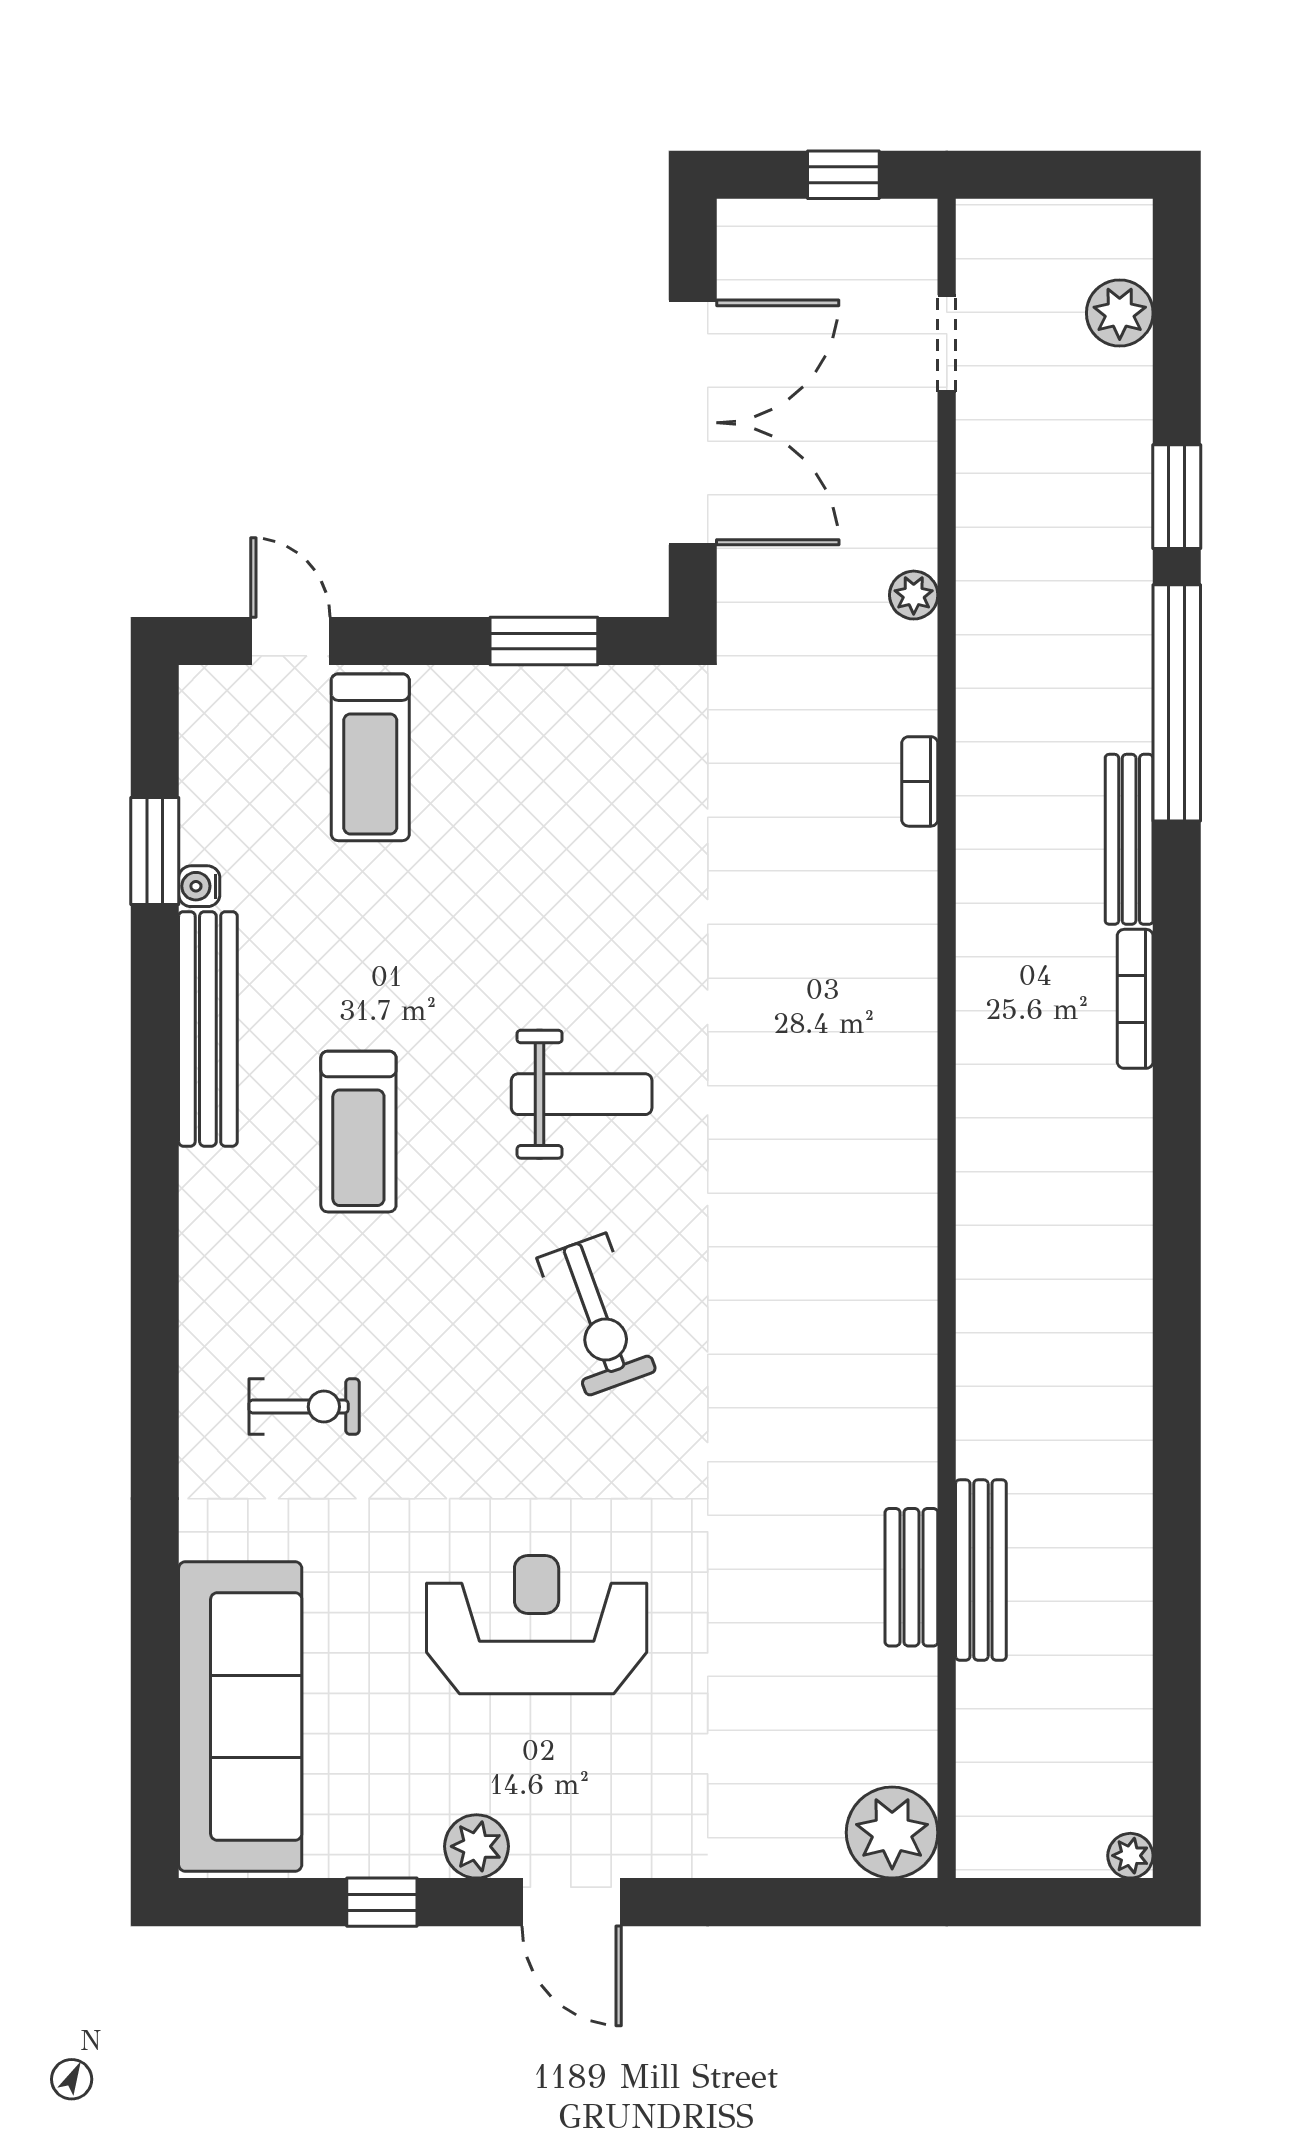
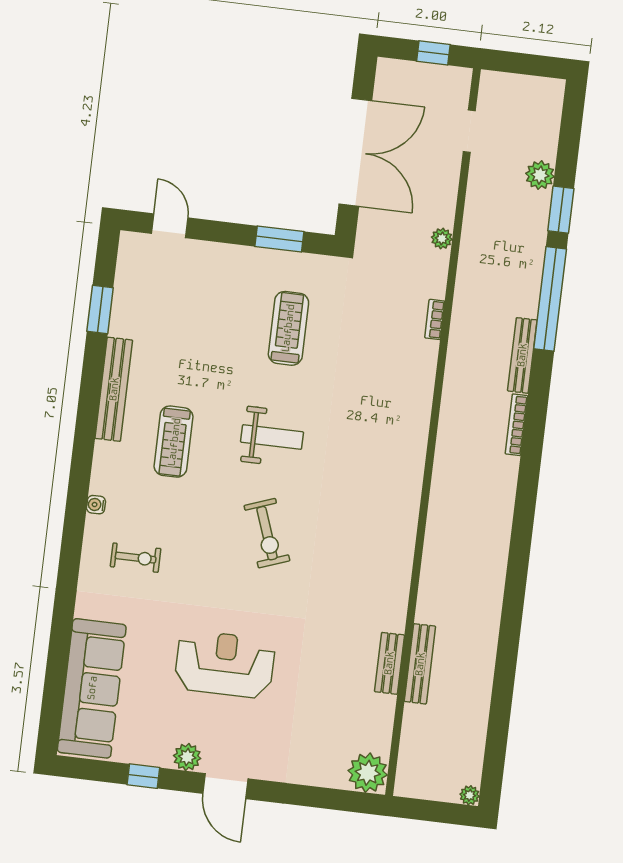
plant: (1120, 313) -> (540, 175), moved
treadmill: (370, 757) -> (288, 328), moved, turned 180
water cooler: (199, 886) -> (96, 505), moved

